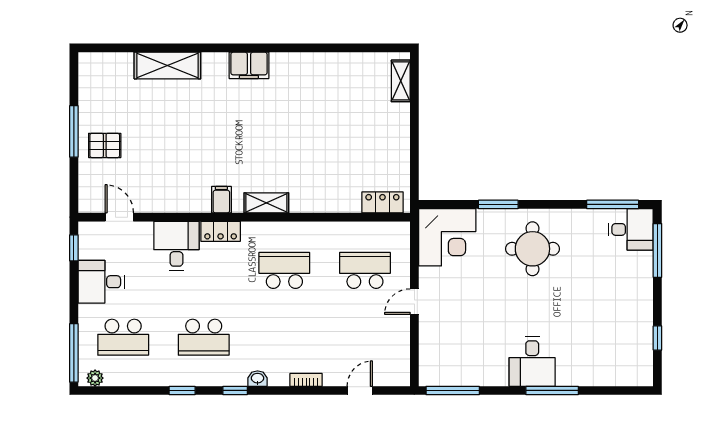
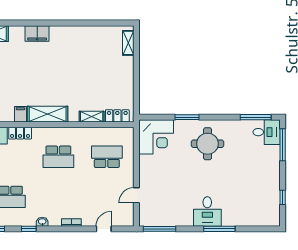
shelving: (266, 203) -> (48, 114), width x1.50, depth x1.33
shelving: (340, 204) -> (92, 117), added
school desk: (284, 270) -> (58, 157), turned 180
door: (414, 302) -> (136, 195), moved

